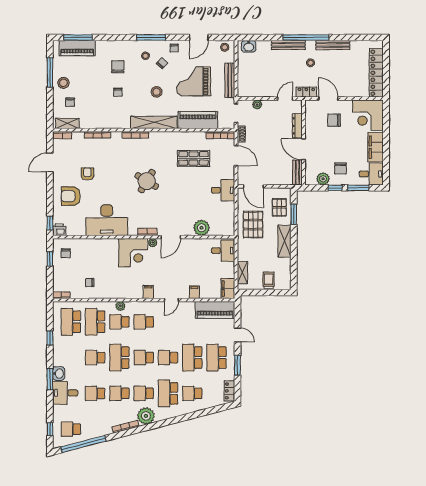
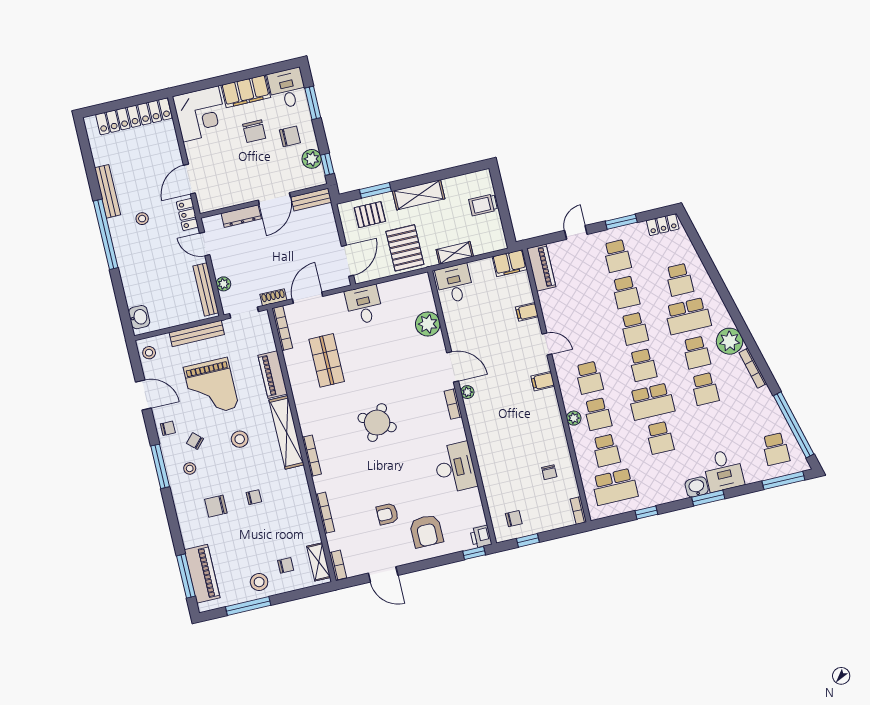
bench: (288, 45) -> (206, 289), moved
piano: (198, 120) -> (273, 375), width x0.73, depth x0.75
chair: (334, 120) -> (254, 131), moved
window: (335, 188) -> (327, 164), moved
desk: (107, 220) -> (455, 468), width x0.73, depth x0.77
pallet: (253, 225) -> (405, 248), turned 90
corner desk: (133, 253) -> (489, 418), removed
shelving: (242, 272) -> (455, 253), moved
piano: (215, 310) -> (541, 268), width x0.73, depth x0.75
school desk: (95, 322) -> (606, 450), width x0.54
school desk: (192, 358) -> (626, 292), width x0.54
school desk: (216, 358) -> (617, 256), width x0.54
school desk: (95, 393) -> (714, 425), removed
window: (50, 429) -> (783, 480), width x2.17

